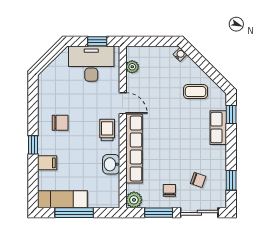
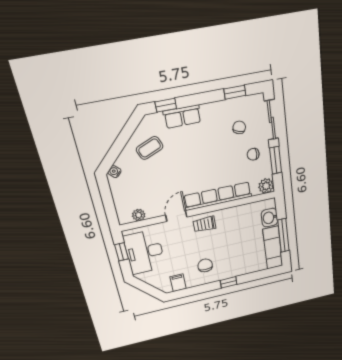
coffee table: (196, 92) -> (150, 148), turned 68
filing cabinet: (47, 163) -> (178, 283), moved
washbasin: (111, 164) -> (270, 218), moved, turned 90

